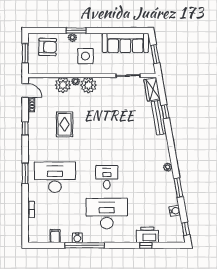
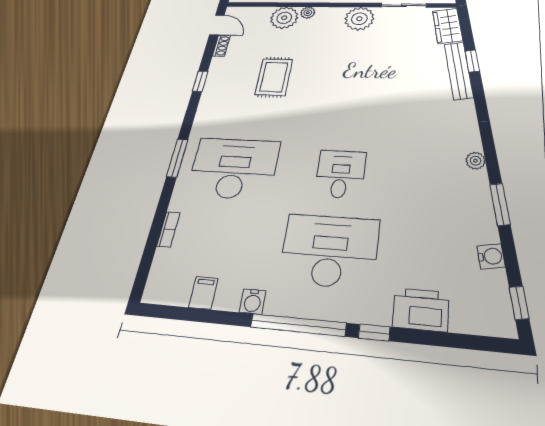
plant: (88, 85) -> (359, 19), moved
window: (85, 245) -> (298, 325), moved
window: (146, 245) -> (374, 332), moved

